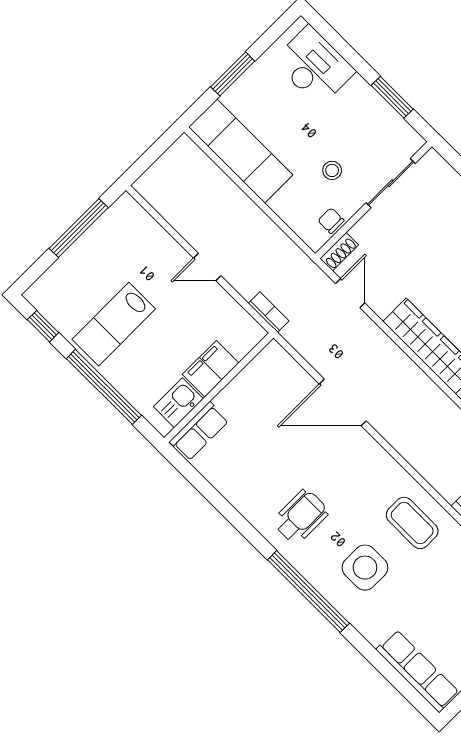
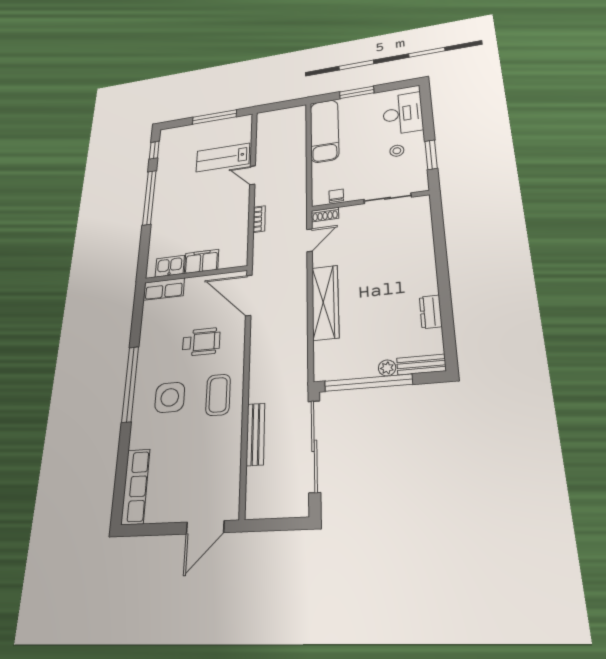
stool: (332, 170) -> (397, 151), moved
lab bench: (114, 324) -> (223, 157), moved
filing cabinet: (211, 369) -> (202, 261), moved
wall: (219, 388) -> (195, 274), moved
kitchen sink: (178, 403) -> (170, 266), moved
row of seats: (199, 431) -> (164, 289), moved
wheelchair: (301, 517) -> (201, 342), moved

